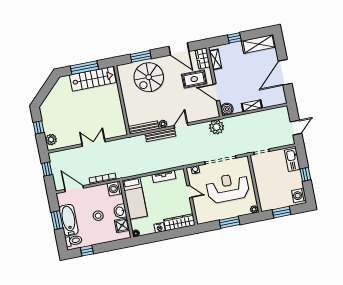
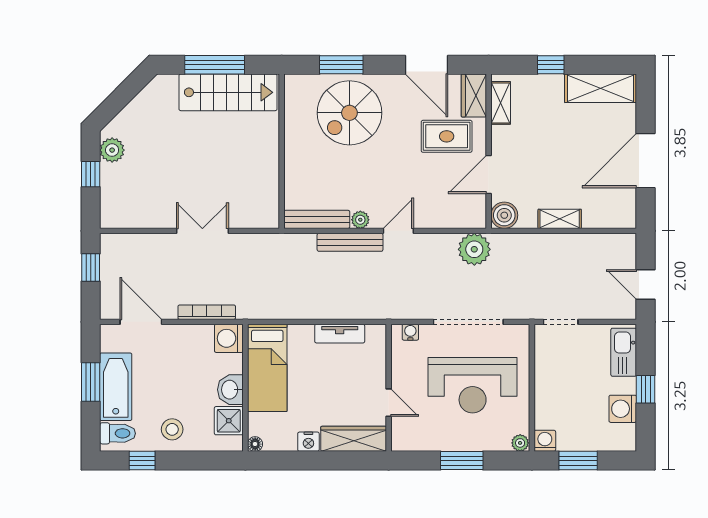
door: (216, 92) -> (489, 175), hinge flipped
door: (296, 128) -> (646, 284), swing flipped
plant: (51, 140) -> (112, 150), moved
reception desk: (228, 188) -> (473, 385), turned 180
door: (190, 192) -> (389, 403), moved
washing machine: (299, 195) -> (623, 409), moved
washing machine: (265, 206) -> (545, 441), added
stool: (98, 216) -> (172, 429), moved

